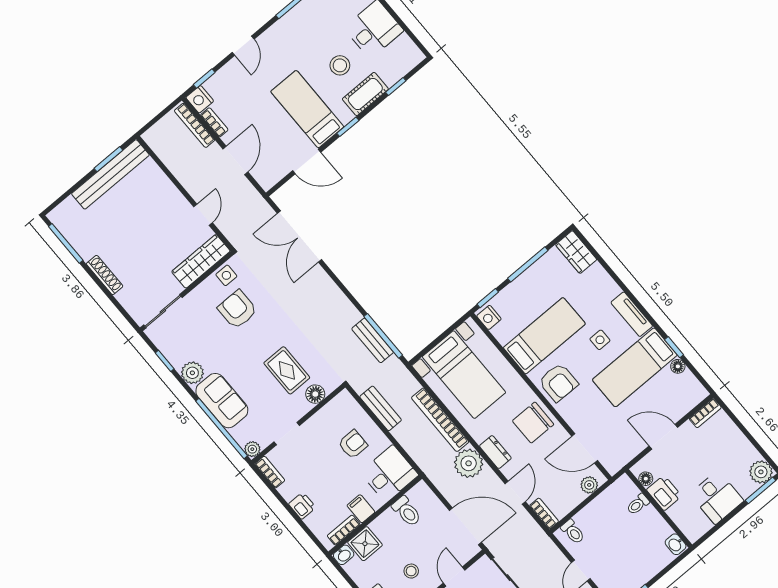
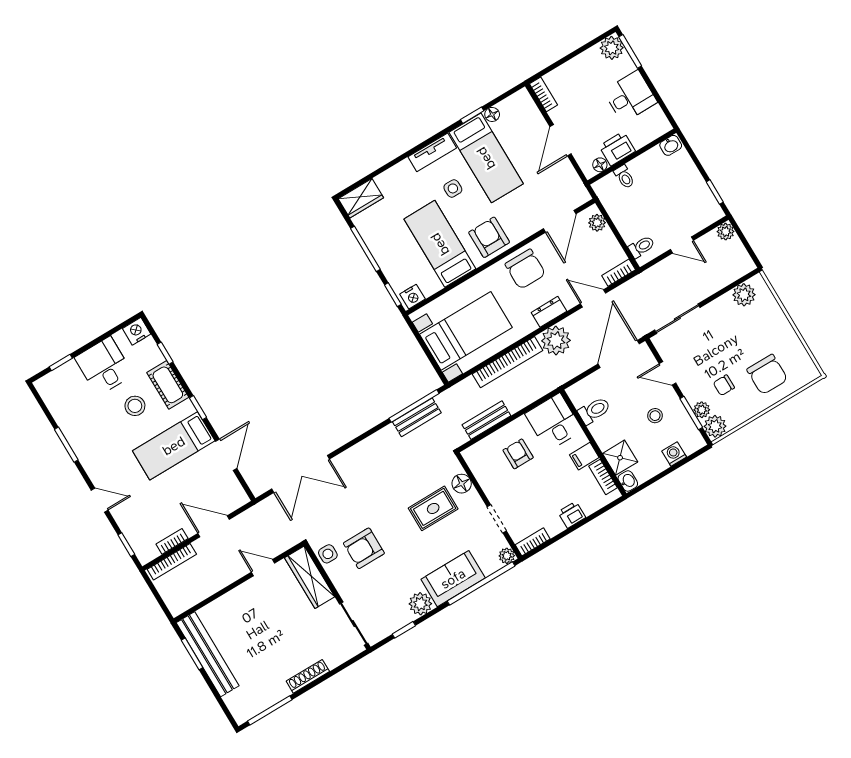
nightstand: (200, 99) -> (137, 331), moved, turned 180
armchair: (558, 382) -> (489, 237), turned -90

